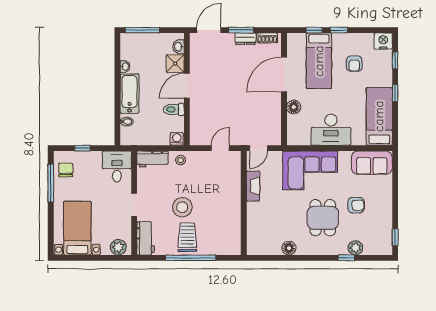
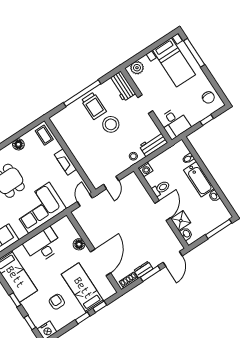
window: (51, 183) -> (194, 53), moved
fireplace: (253, 186) -> (65, 162), moved
coffee table: (257, 240) -> (44, 135), added

